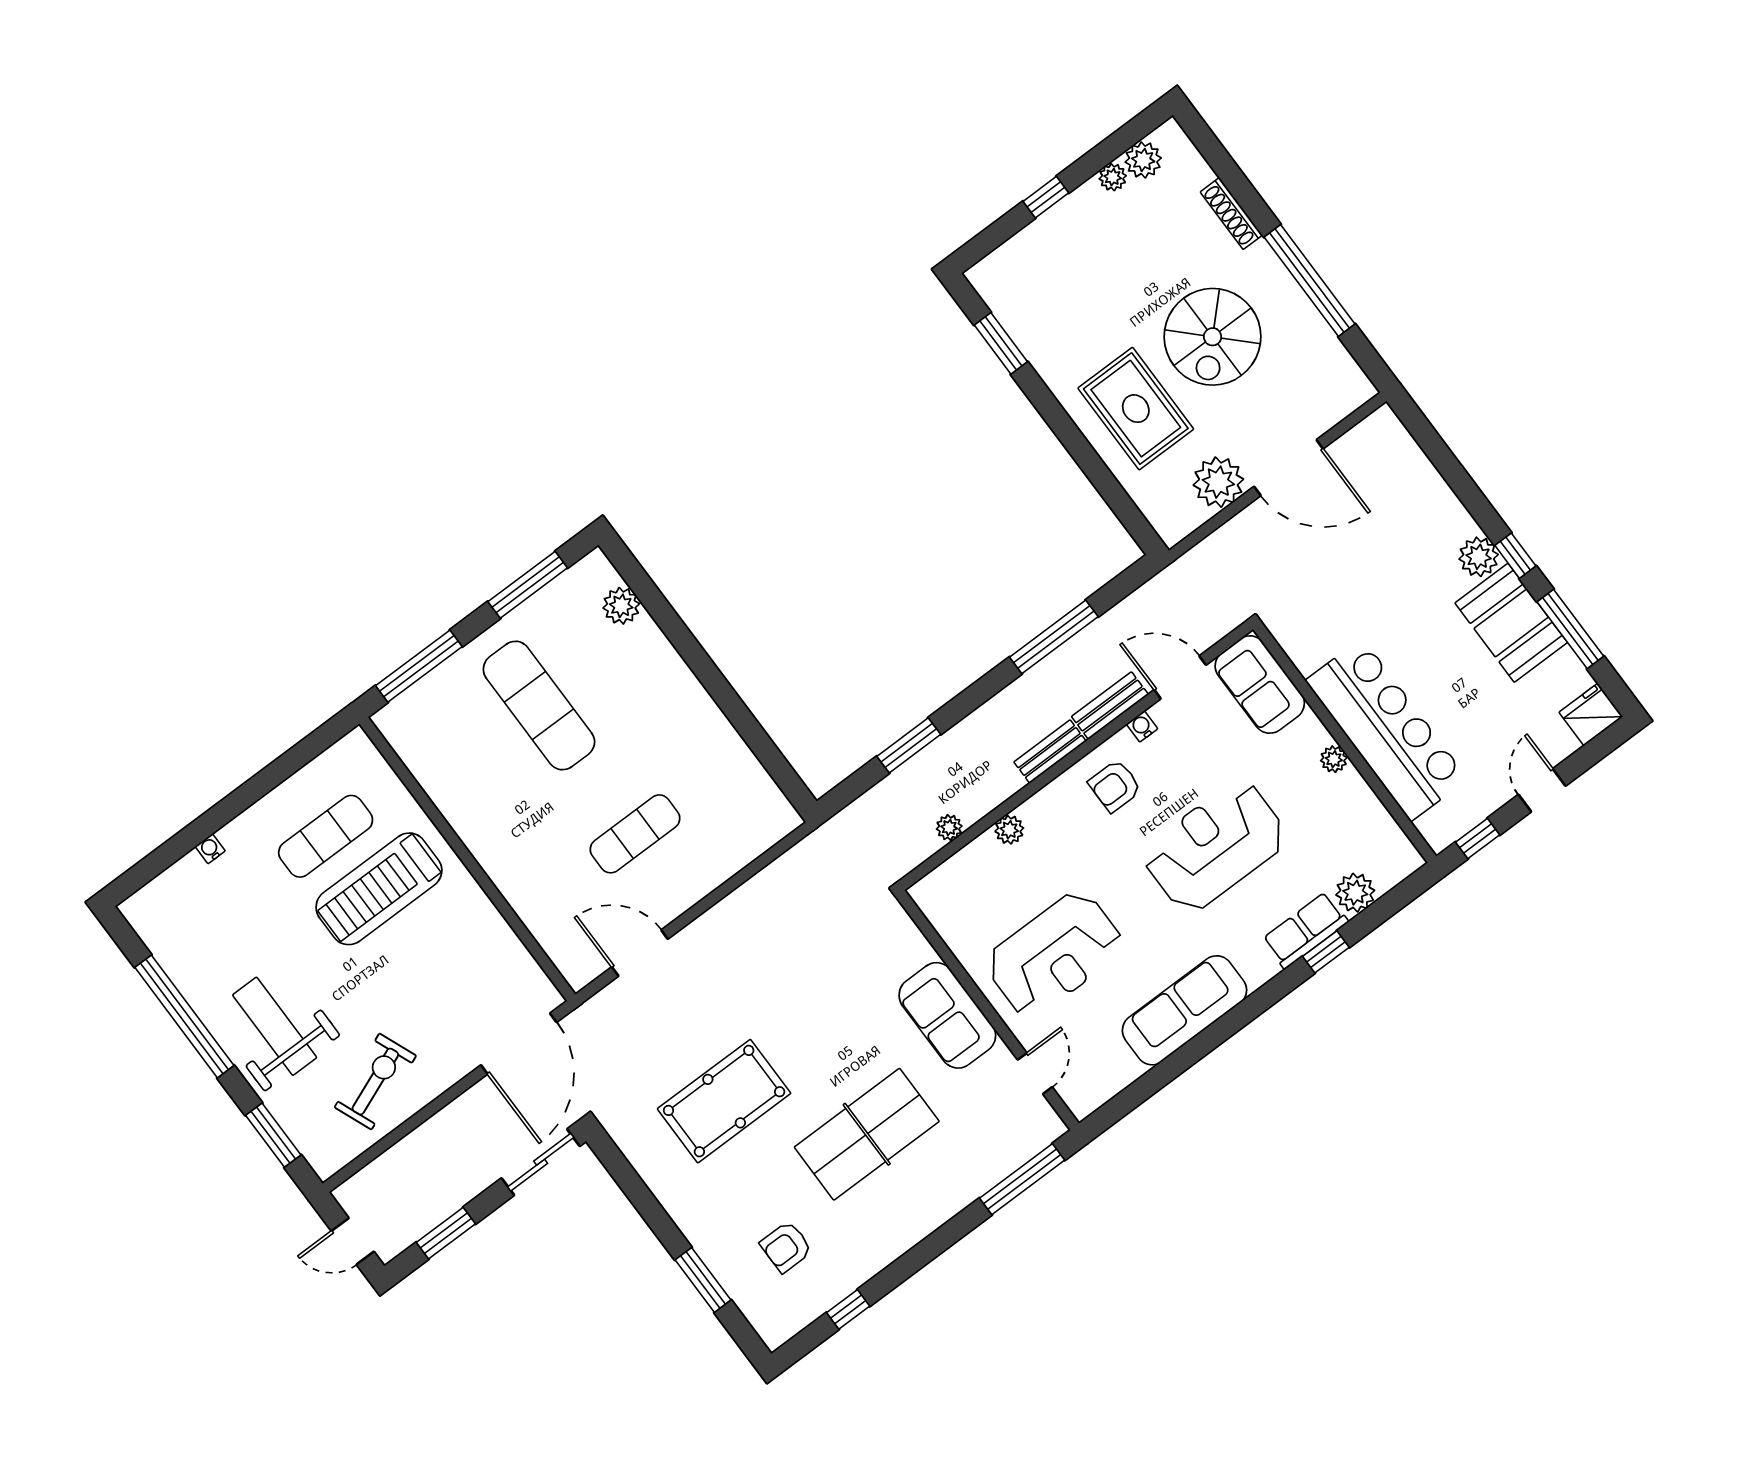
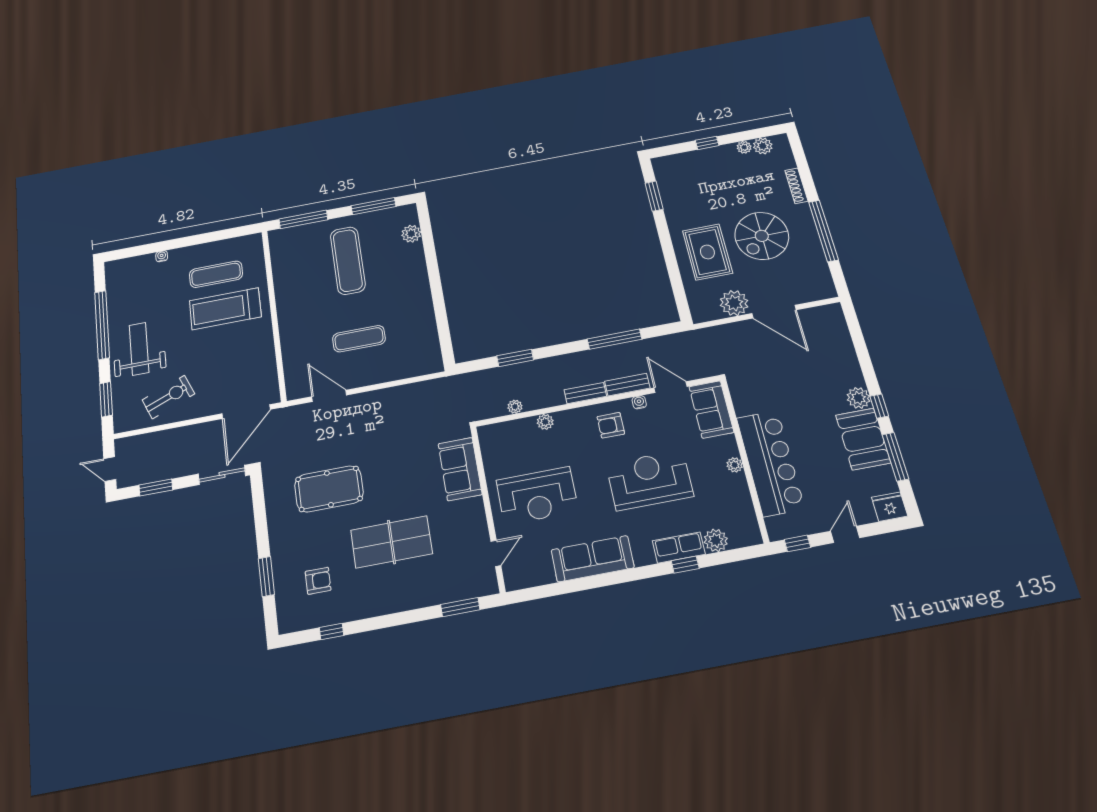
sofa: (947, 1015) -> (460, 469), moved
window: (1022, 1179) -> (460, 607), width x0.69
armchair: (786, 1247) -> (318, 581), turned 180

